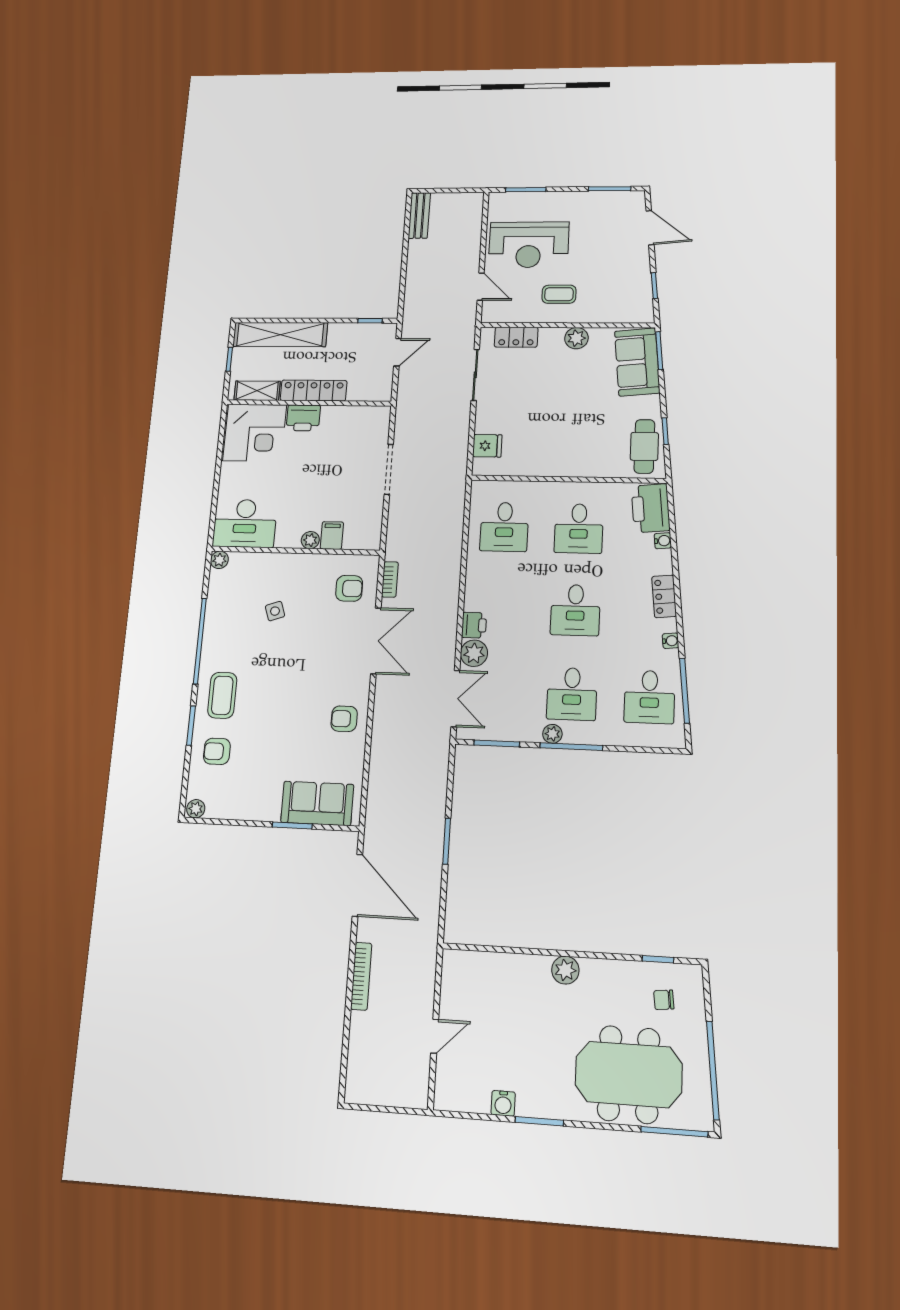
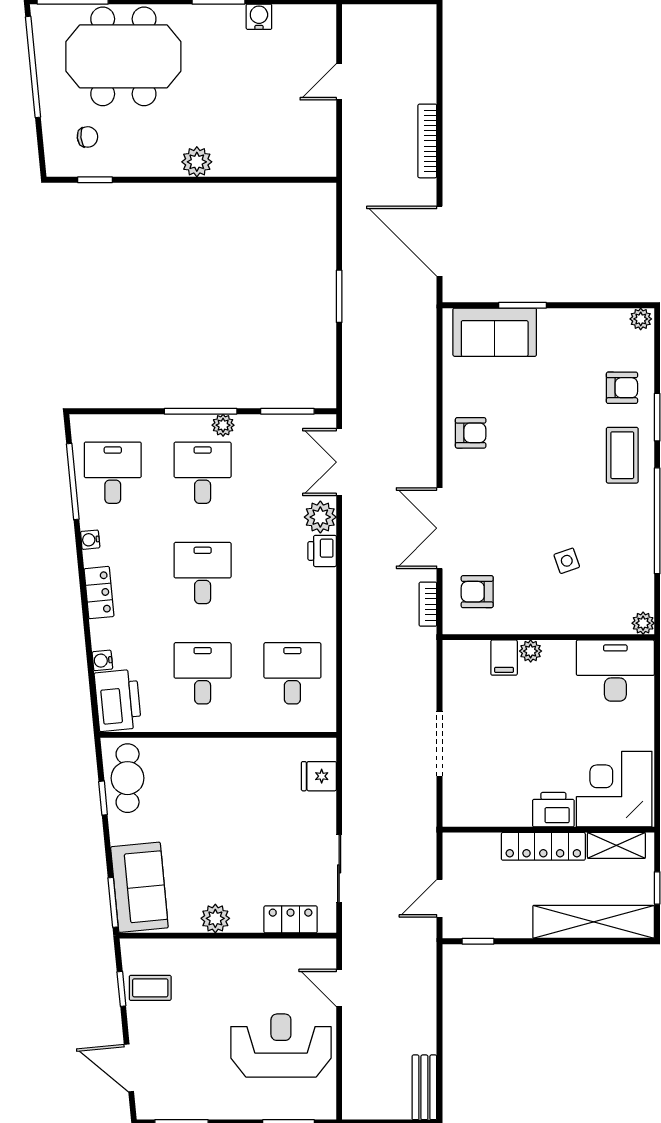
coffee table: (559, 294) -> (150, 988), moved

